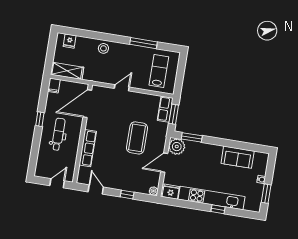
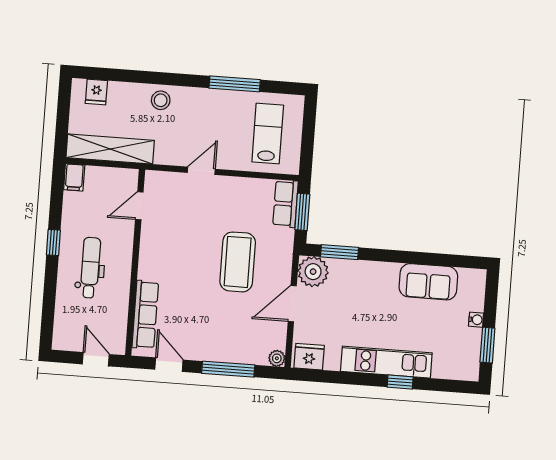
shelving: (67, 71) -> (110, 149), width x1.47
door: (87, 104) -> (139, 206), width x0.53
row of seats: (88, 148) -> (145, 315), moved
door: (57, 183) -> (96, 359), hinge flipped
window: (127, 195) -> (228, 369), width x2.17
kitchen unit: (212, 198) -> (386, 362), width x0.73

